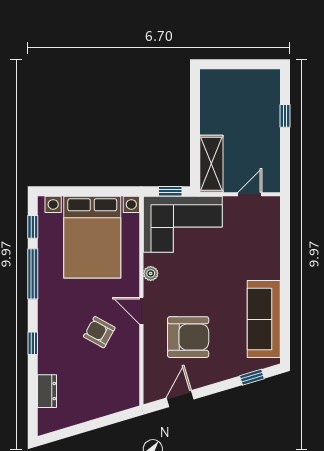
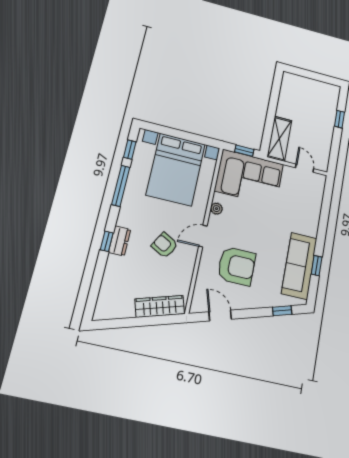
door: (250, 194) -> (305, 168), hinge flipped
door: (141, 311) -> (203, 236), hinge flipped
window: (285, 314) -> (317, 266), added
dresser: (47, 391) -> (120, 241), moved
door: (180, 399) -> (220, 315), hinge flipped
wardrobe: (109, 403) -> (160, 306), added

